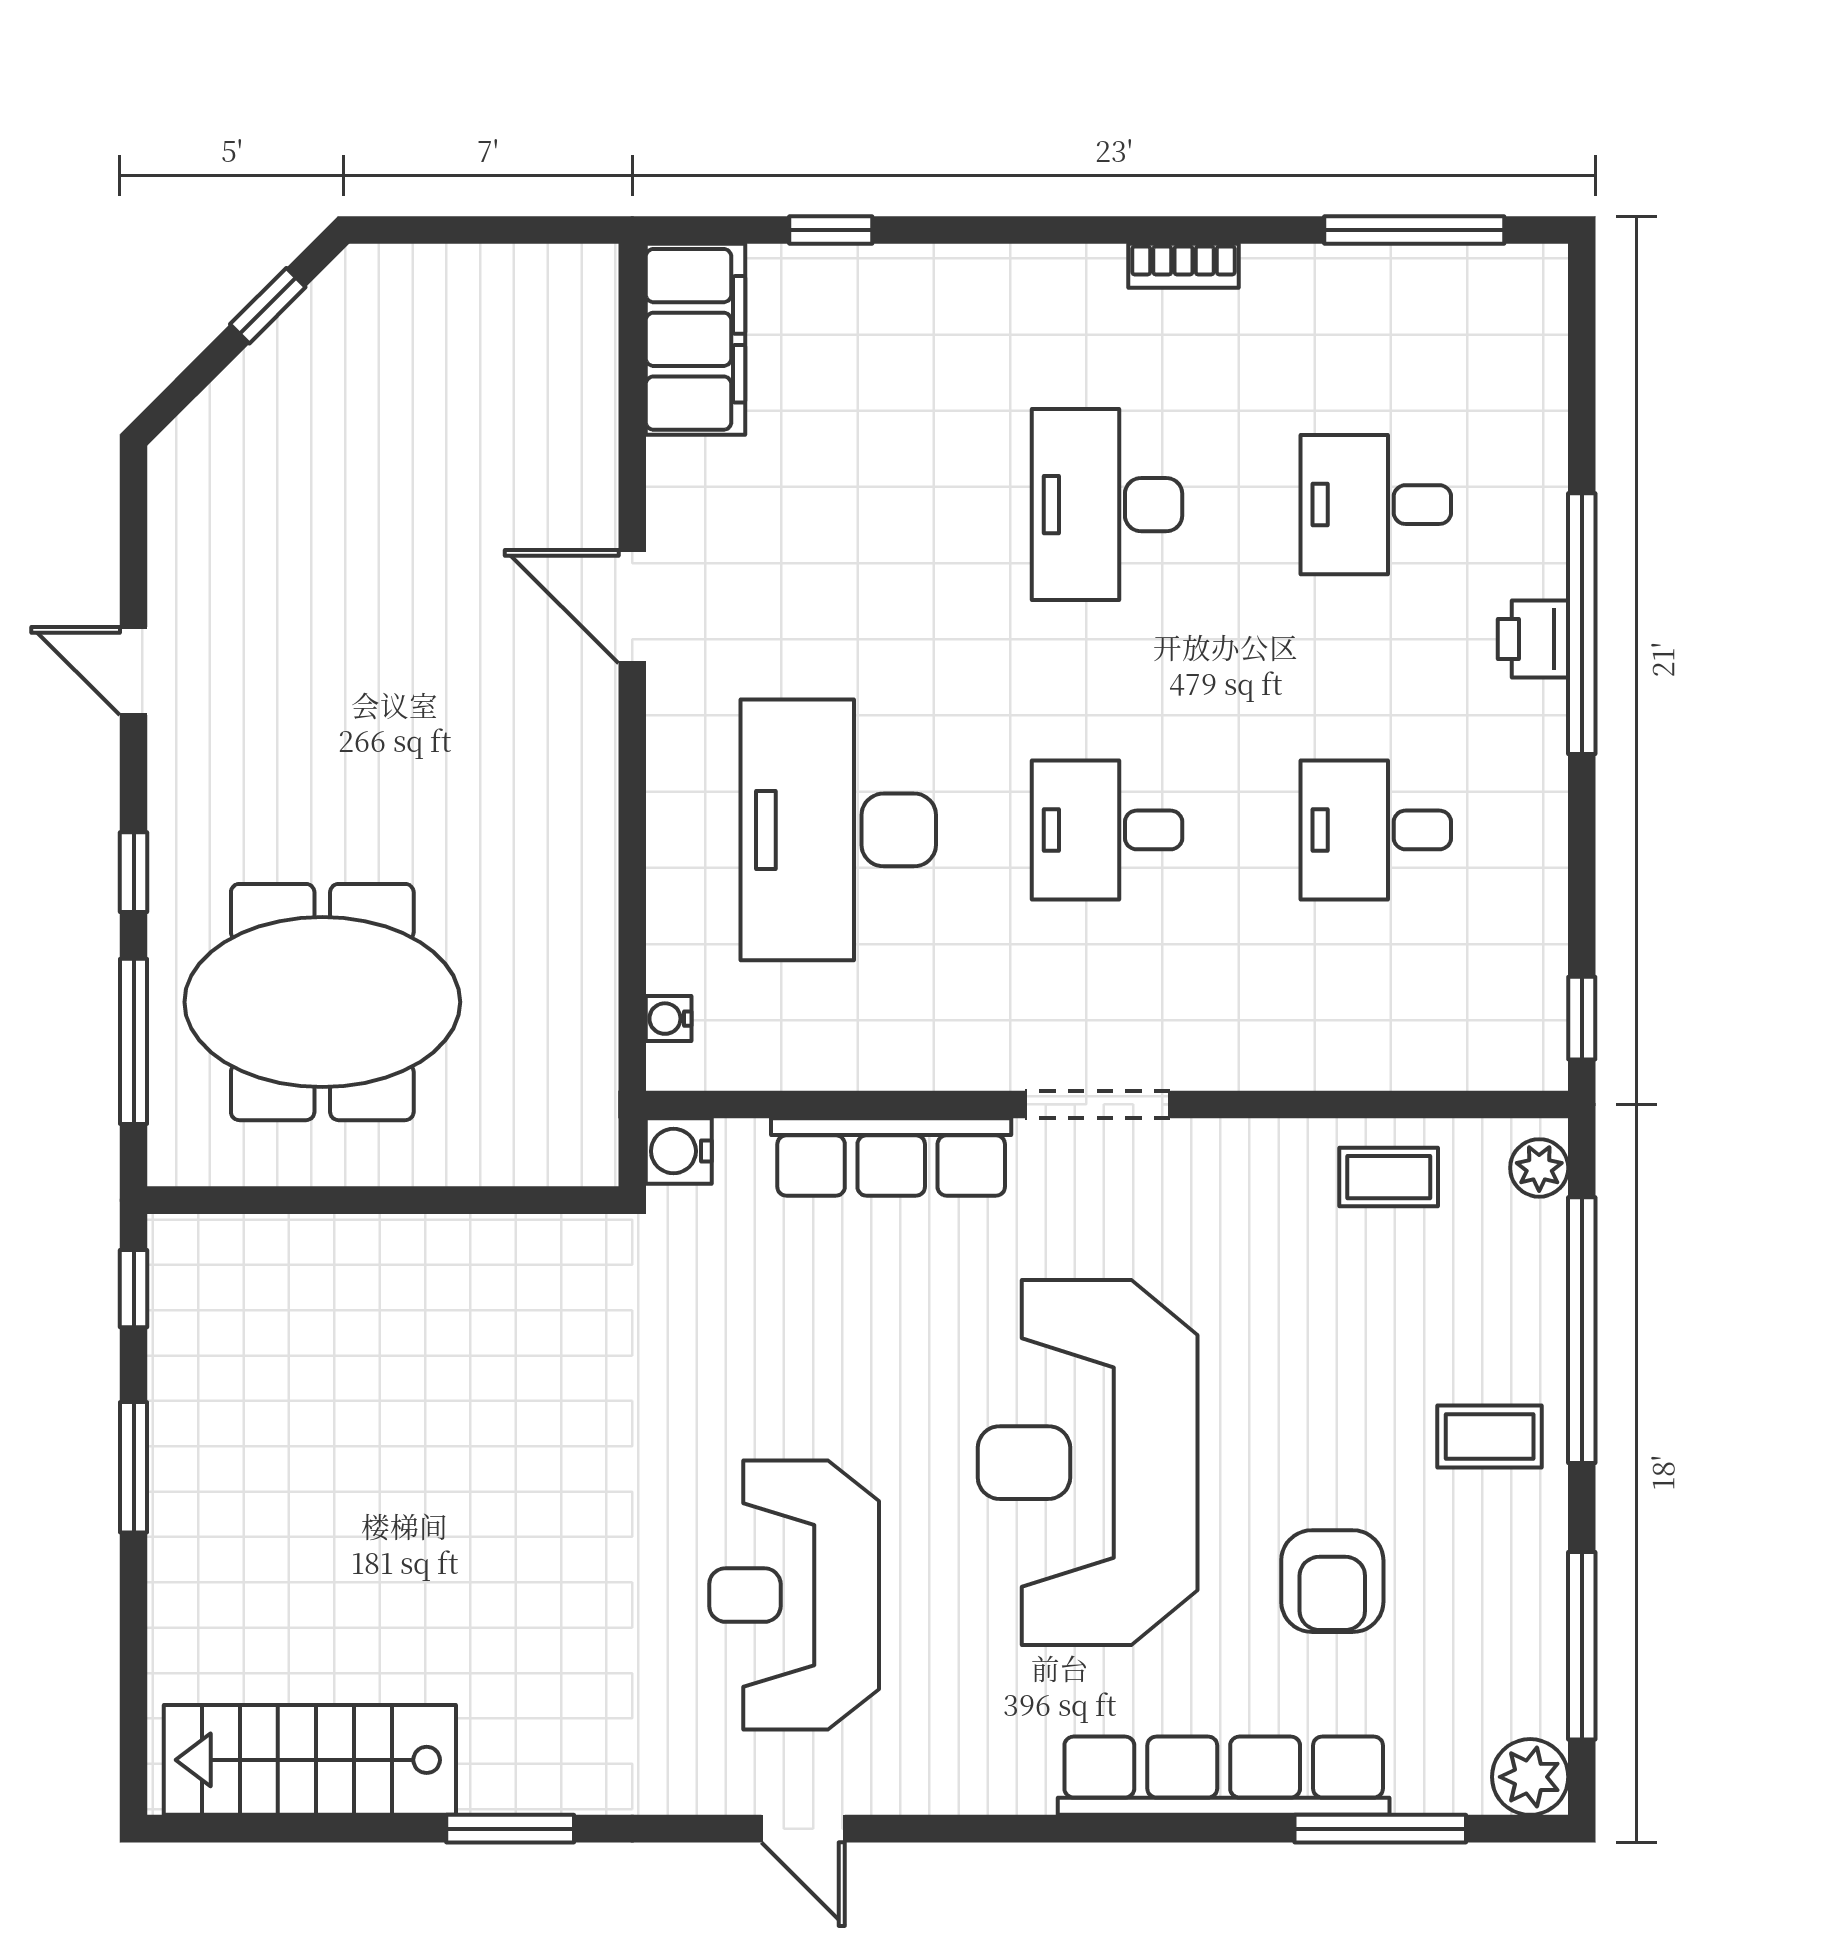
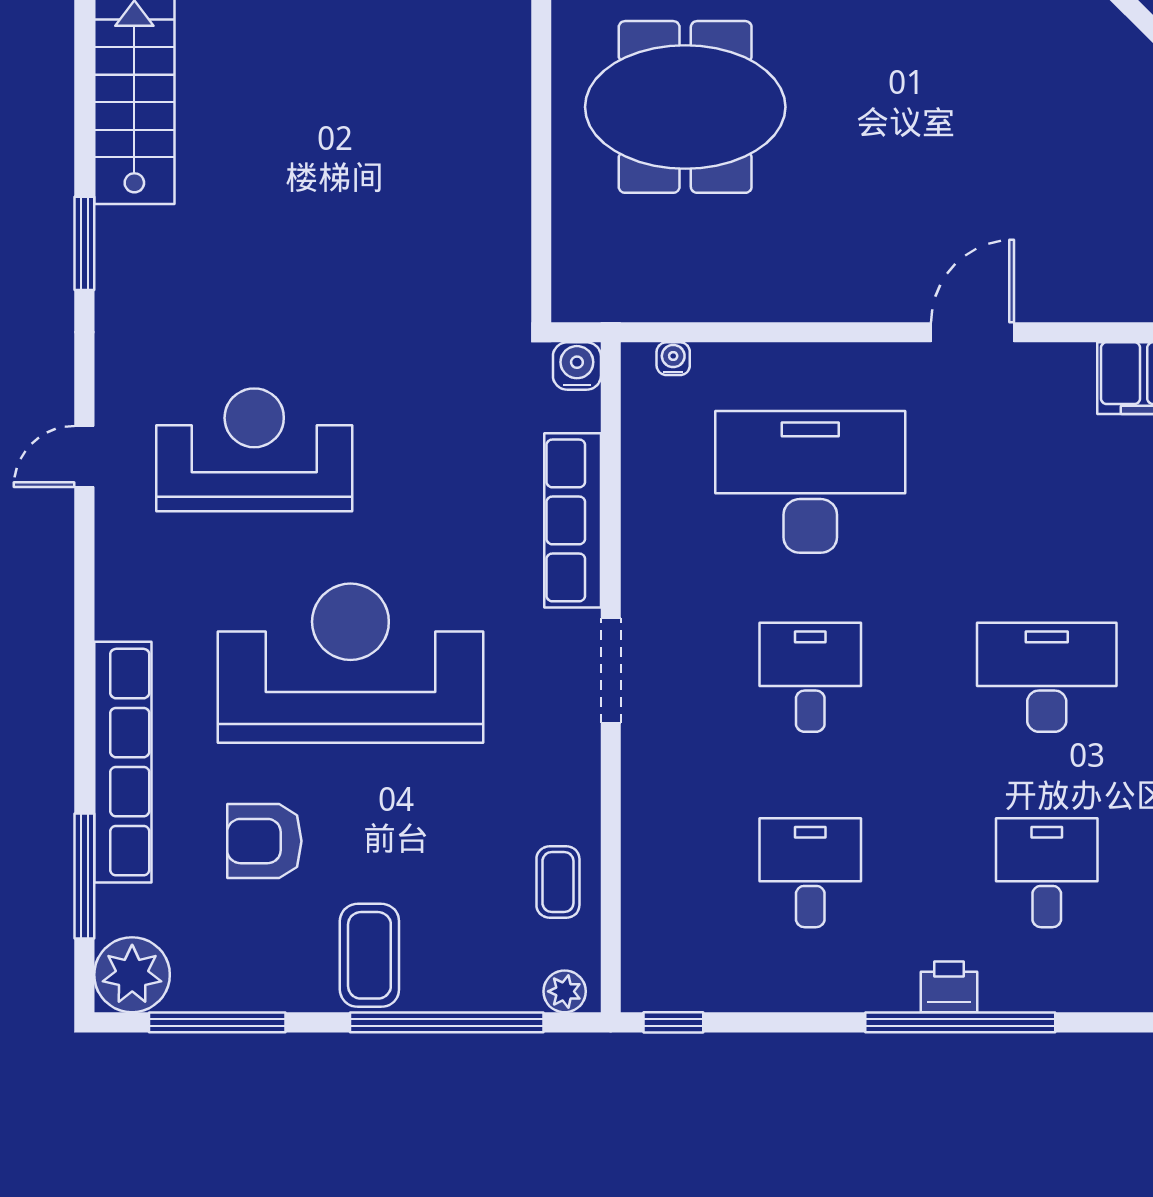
meeting table: (322, 1002) -> (685, 107), turned 90
coffee table: (1490, 1436) -> (369, 955), width x1.36, depth x1.30
plant: (1530, 1777) -> (132, 975), width x1.36, depth x1.36

